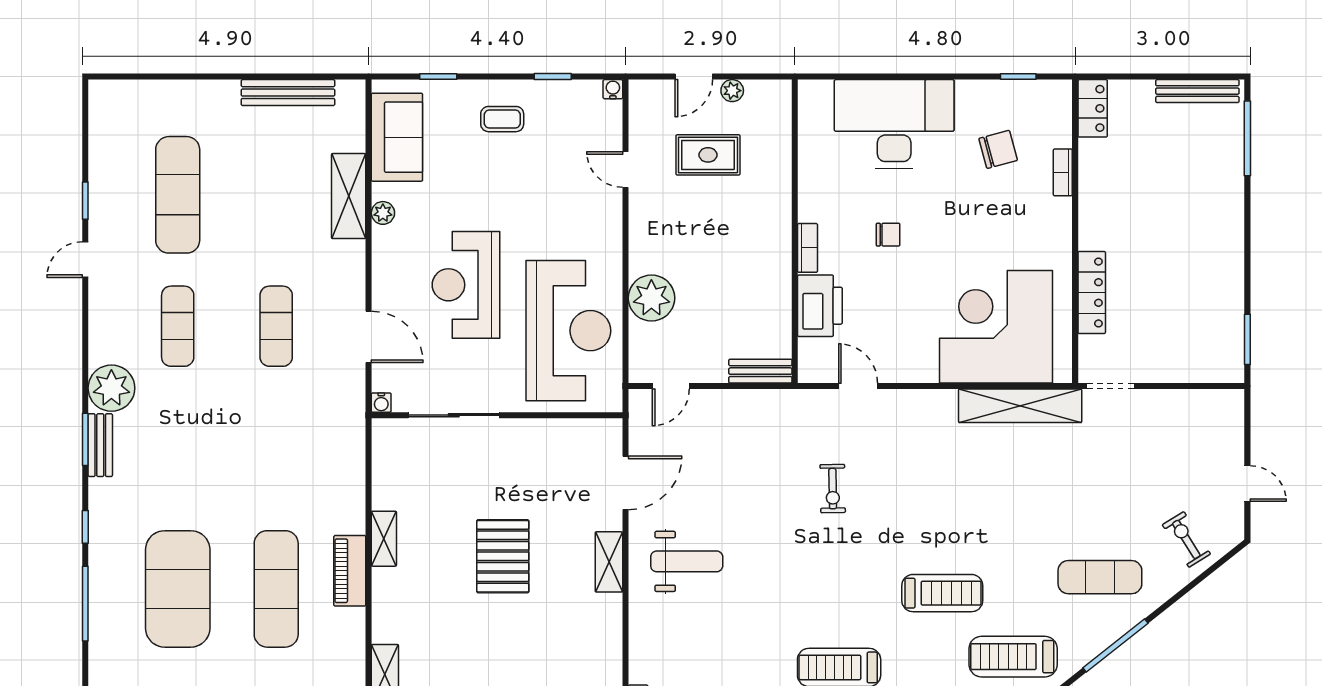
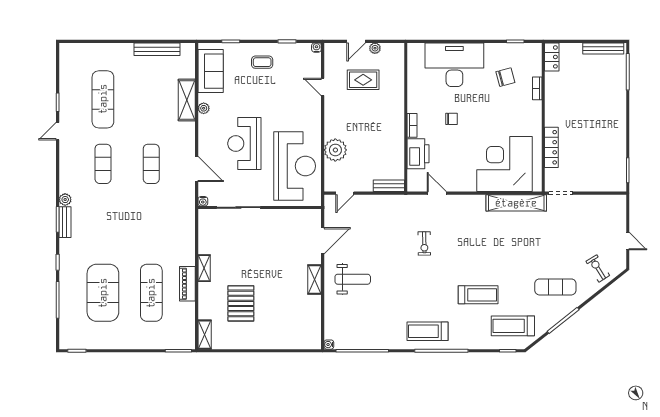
plant: (111, 388) -> (65, 200), width x0.53, depth x0.53
pallet: (503, 556) -> (241, 303), moved

